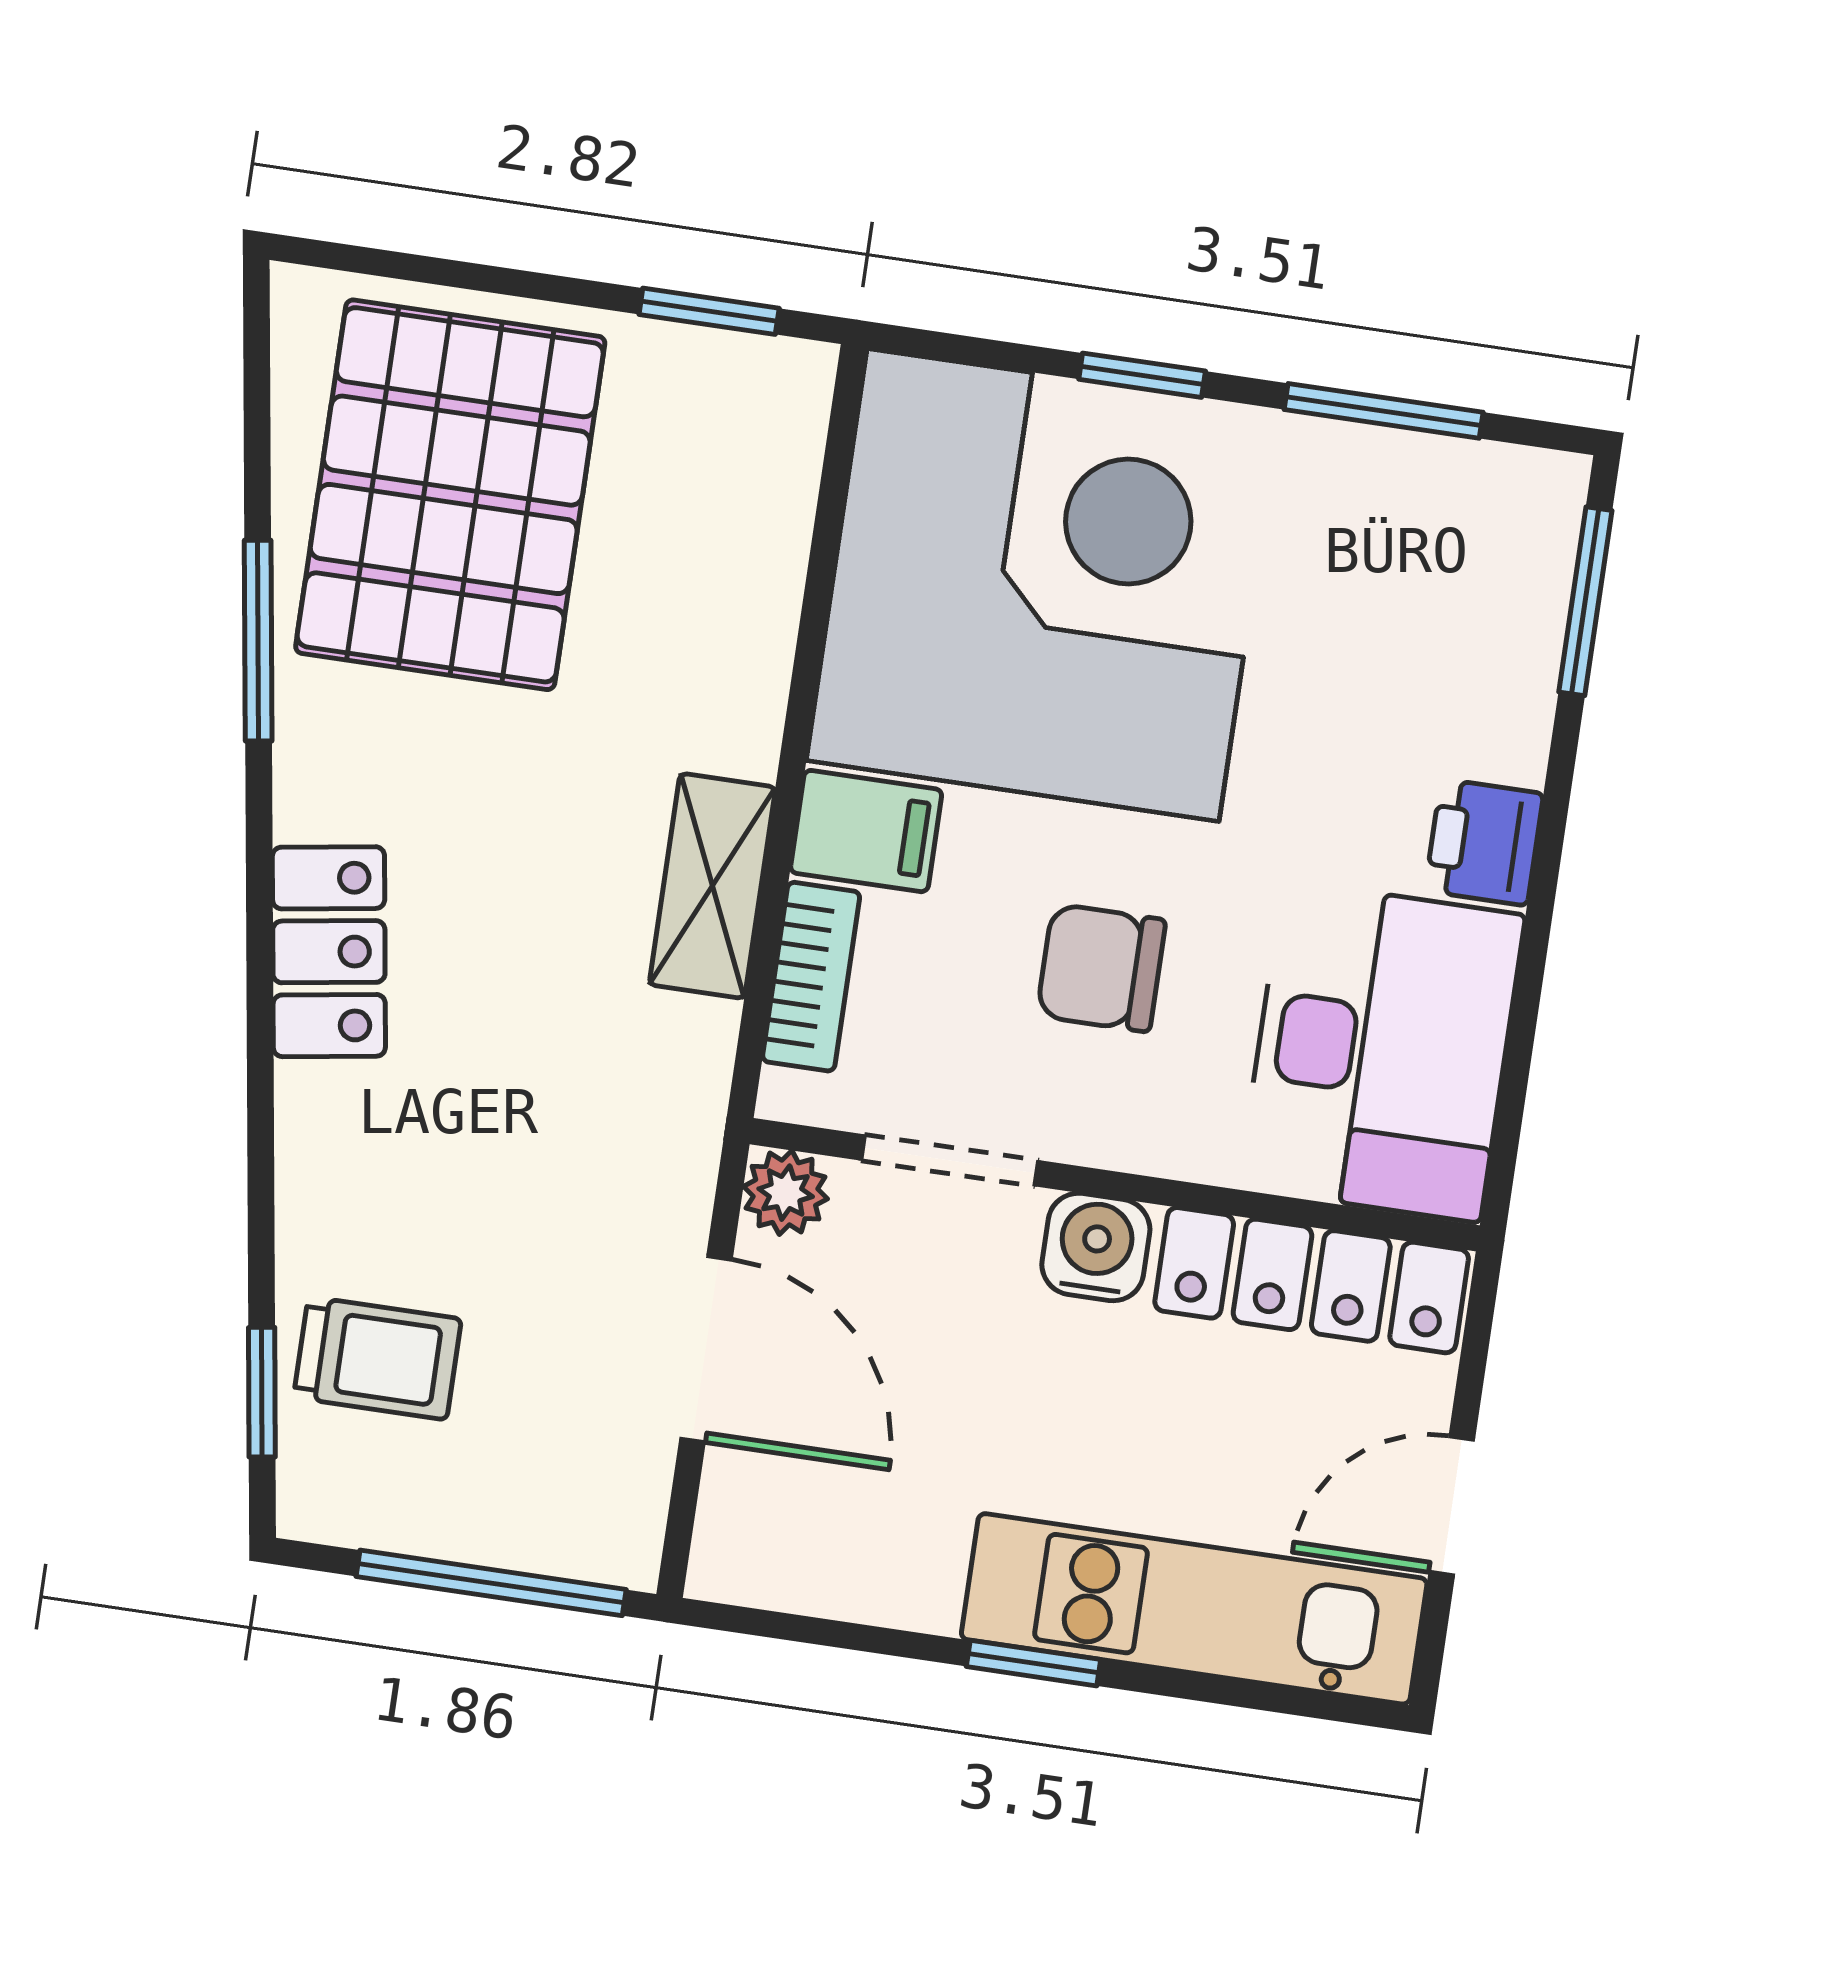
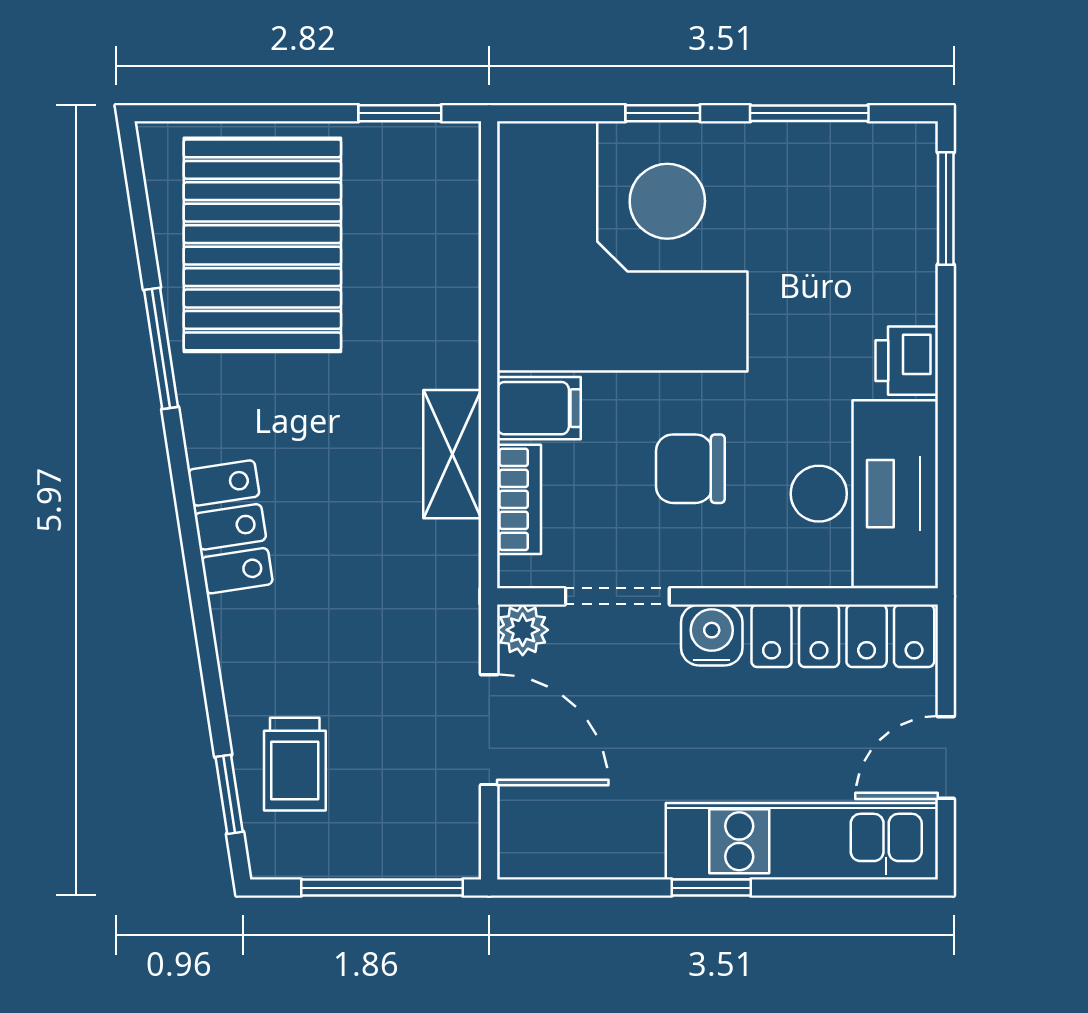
trolley: (377, 1358) -> (295, 764), turned 90

